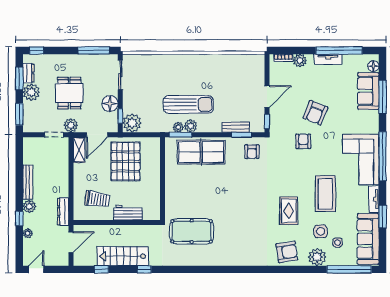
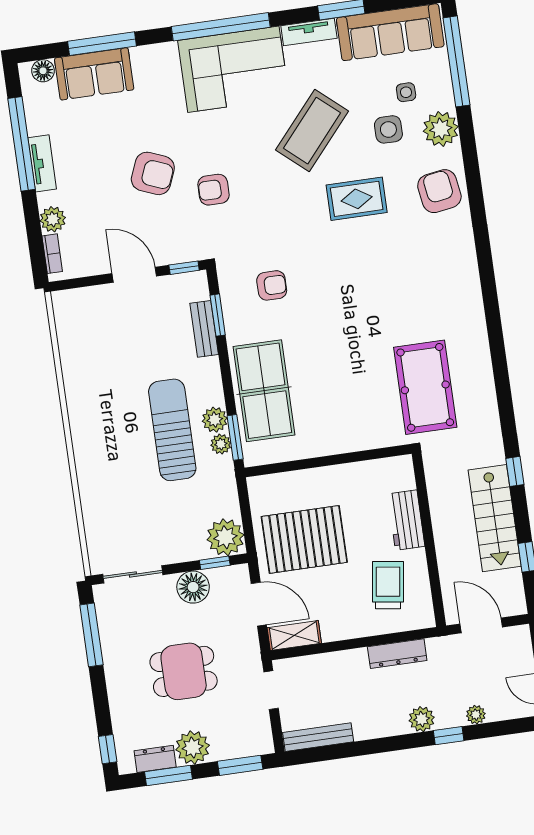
plant: (71, 125) -> (248, 659), removed
armchair: (252, 152) -> (272, 285), moved
bench: (28, 182) -> (318, 737), moved
coffee table: (325, 194) -> (312, 131), turned -49
dresser: (63, 212) -> (397, 654), moved

